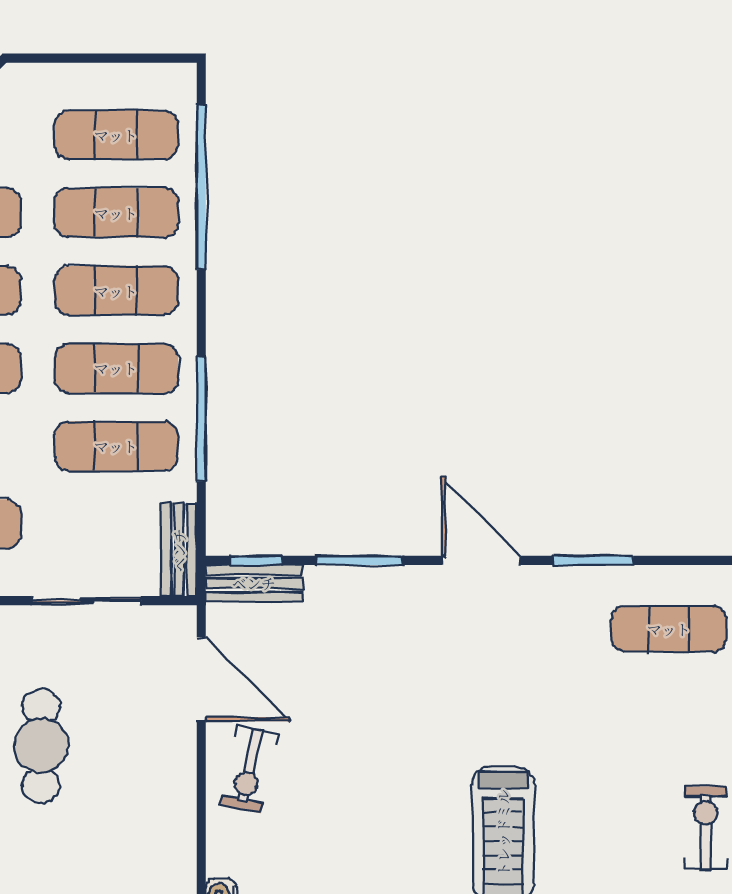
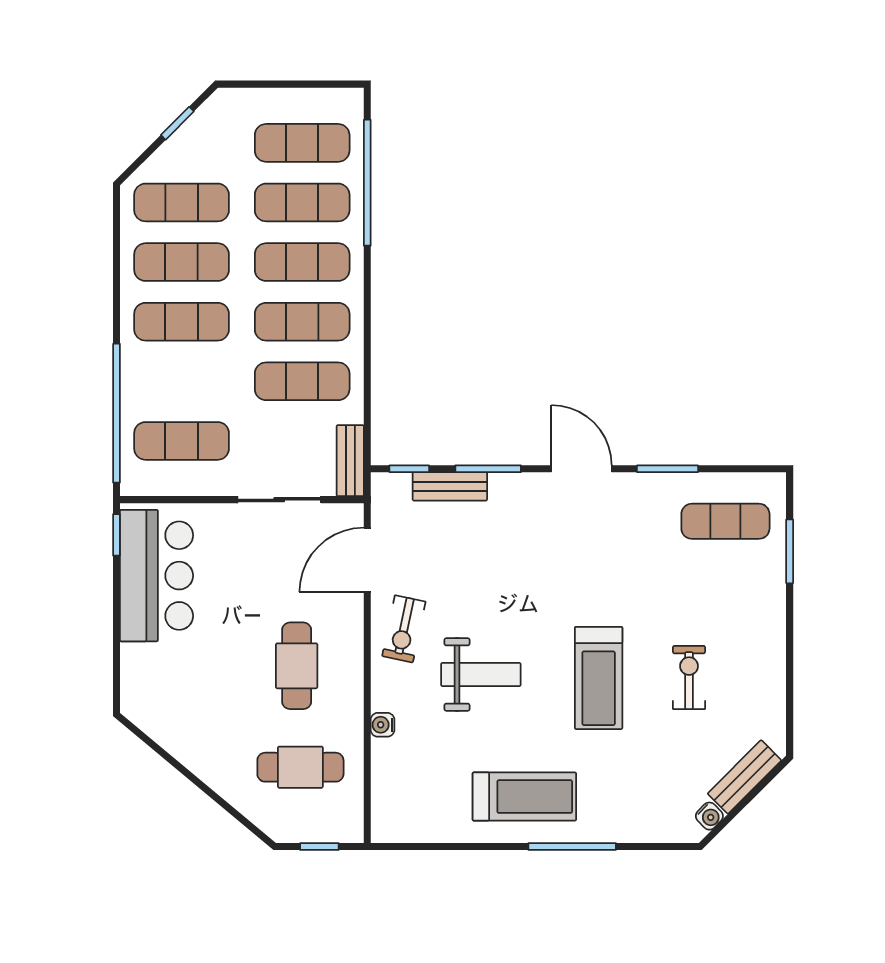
window: (201, 419) -> (367, 361), removed
bench: (254, 583) -> (450, 486), moved
door: (201, 679) -> (367, 560), swing flipped
cafe table: (41, 746) -> (297, 666), moved
exercise bike: (706, 828) -> (689, 677), moved
weight bench: (350, 829) -> (481, 675), added

